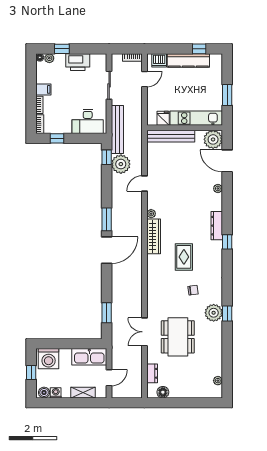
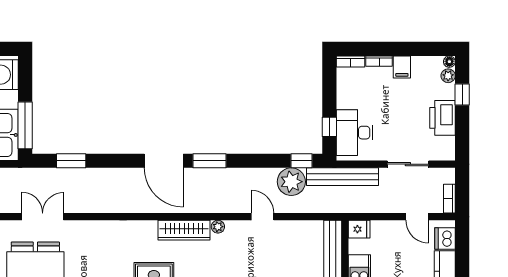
fridge: (163, 118) -> (359, 229), moved
window: (57, 138) -> (329, 127), moved
window: (83, 344) -> (25, 125), added

